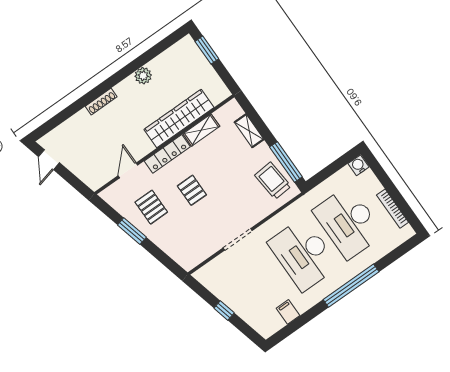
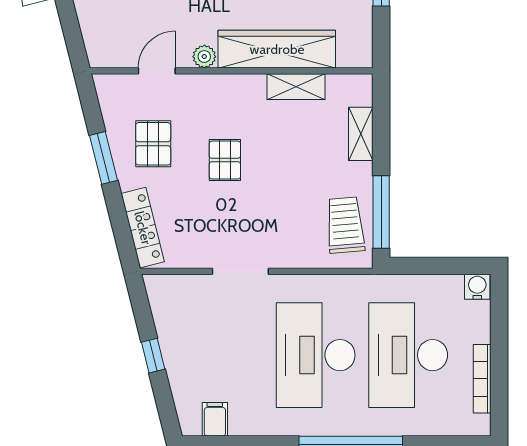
plant: (146, 147) -> (204, 57), added
locker: (167, 154) -> (143, 228), moved, turned -104
filing cabinet: (288, 312) -> (215, 419), moved

